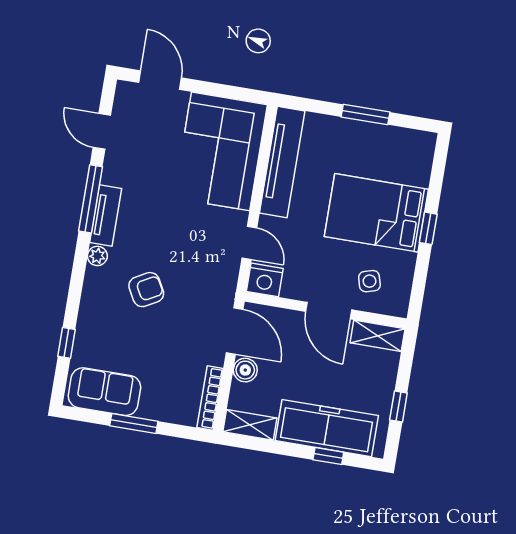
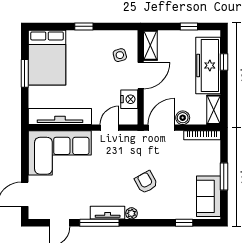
bed: (376, 213) -> (47, 58), moved
nightstand: (265, 280) -> (129, 99), moved

